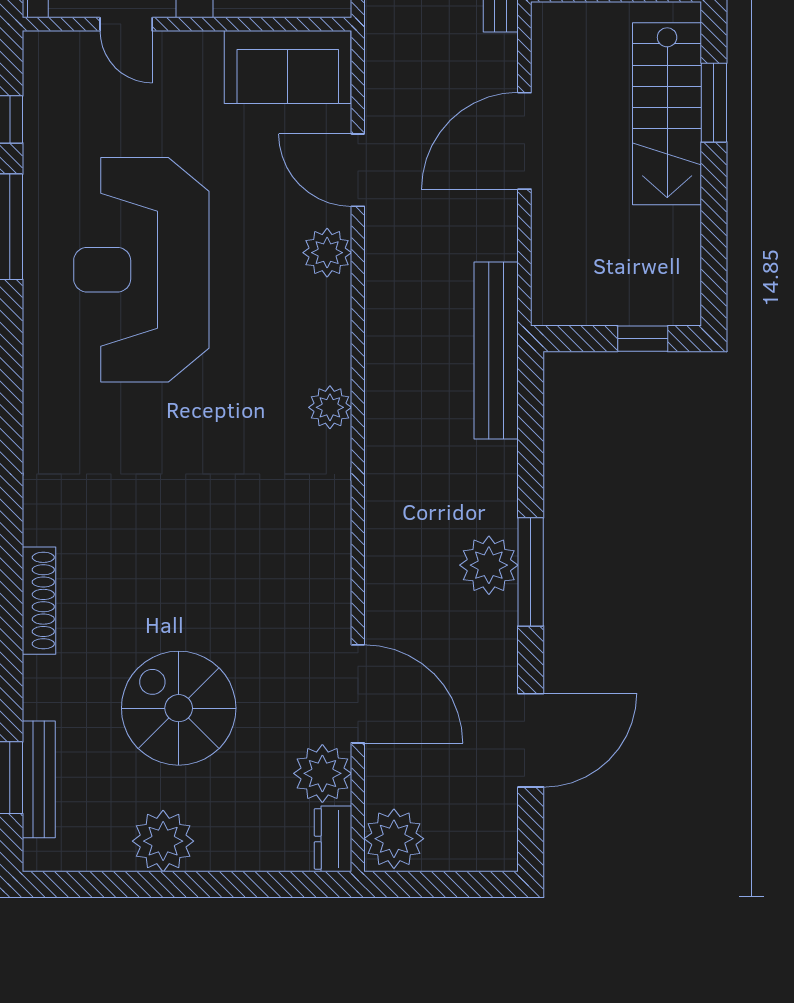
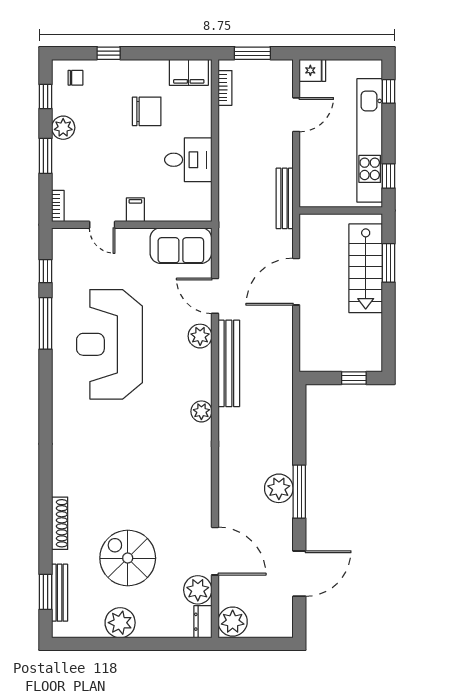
bench: (496, 350) -> (229, 363), moved
shoe rack: (39, 601) -> (60, 523), moved

